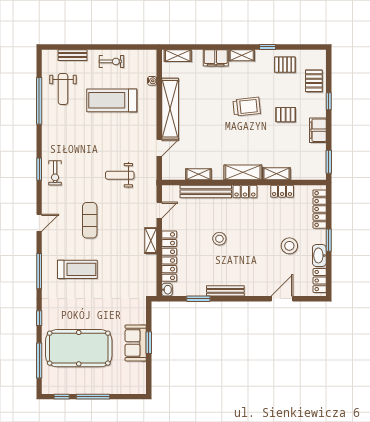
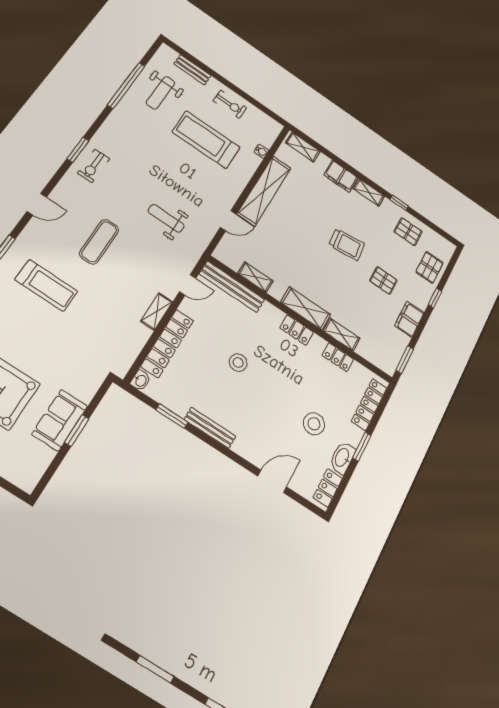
bench: (206, 192) -> (232, 287), moved

